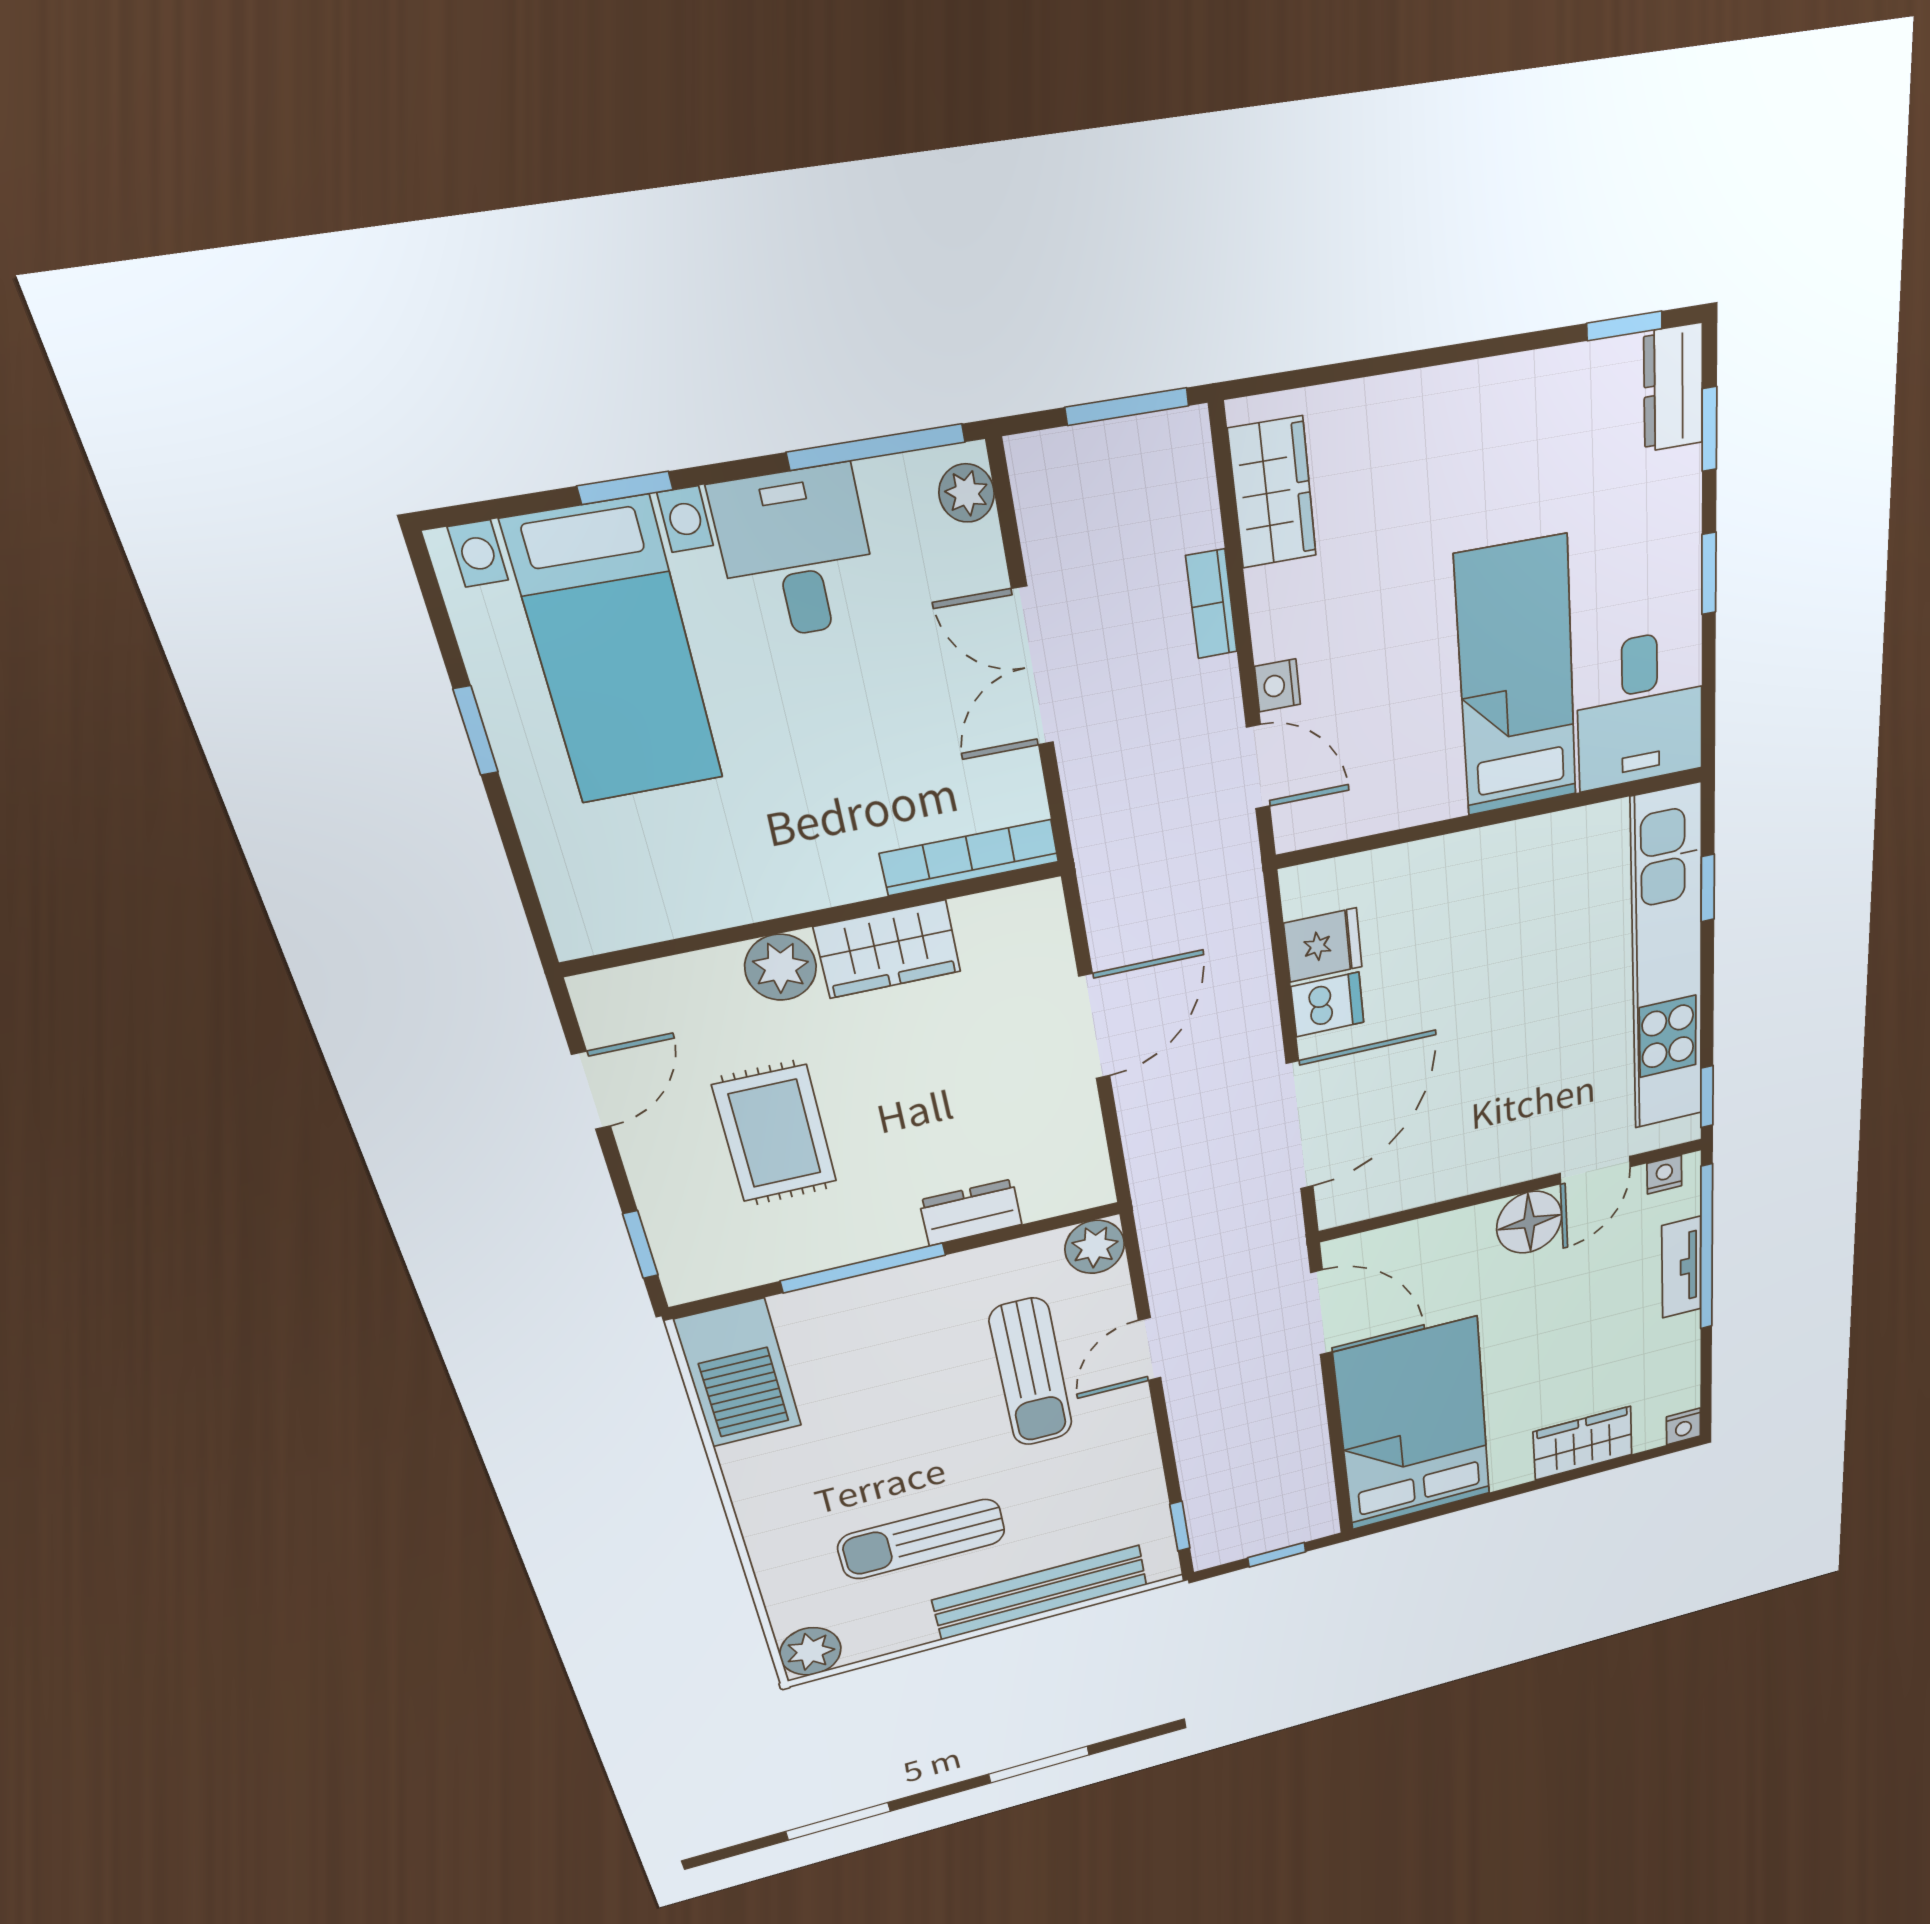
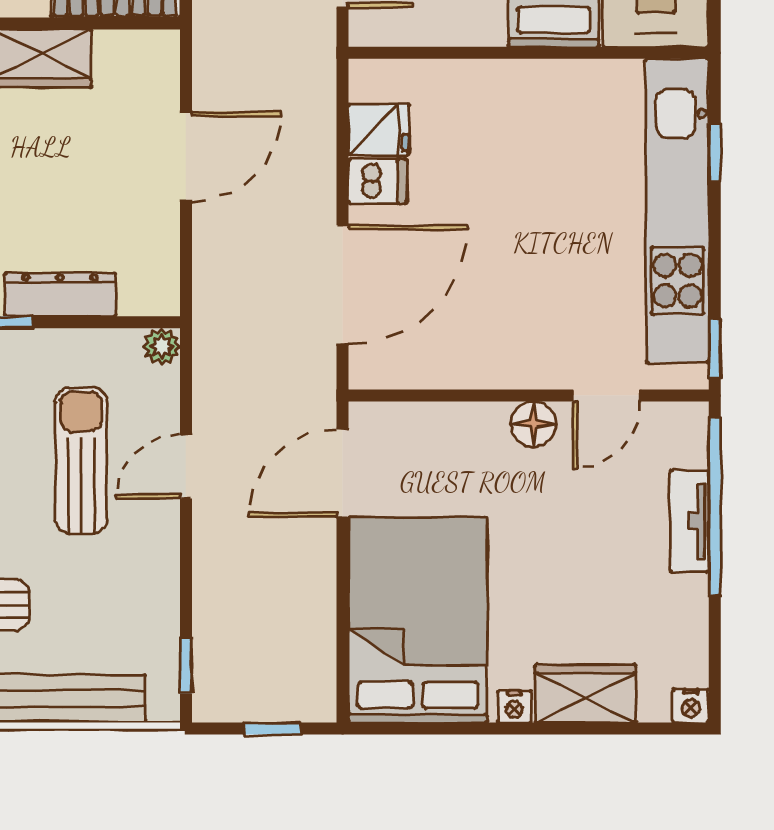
nightstand: (1664, 1175) -> (514, 707), moved, turned 180
dresser: (971, 1212) -> (60, 295), width x1.44
floor lamp: (1529, 1222) -> (533, 424), width x0.73, depth x0.73
plant: (1095, 1247) -> (162, 346), width x0.73, depth x0.73
door: (1321, 1313) -> (343, 473), swing flipped
sun lounger: (1031, 1372) -> (81, 461), turned 180

